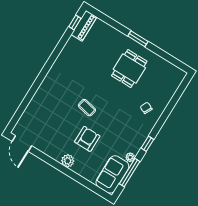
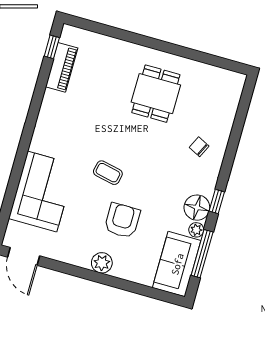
piano: (84, 26) -> (62, 67), moved
window: (138, 39) -> (156, 44), removed
corner sofa: (44, 108) -> (42, 192), added
floor lamp: (134, 144) -> (197, 208), added

